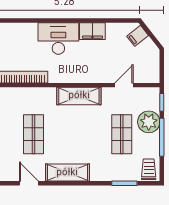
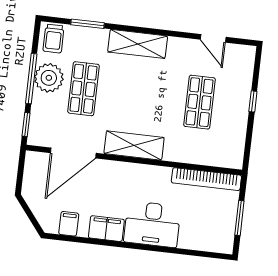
filing cabinet: (138, 36) -> (69, 224), moved, turned -52
door: (124, 85) -> (73, 153), width x1.87
plant: (149, 122) -> (49, 78), moved
shelving: (67, 173) -> (138, 44), moved

